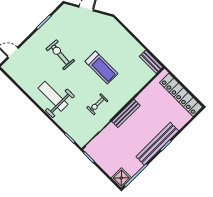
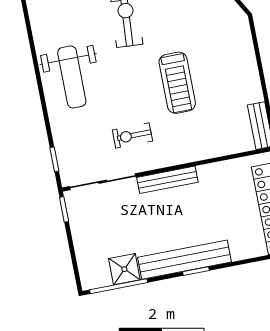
weight bench: (53, 96) -> (72, 77), turned 180
shower: (121, 178) -> (124, 269), moved

